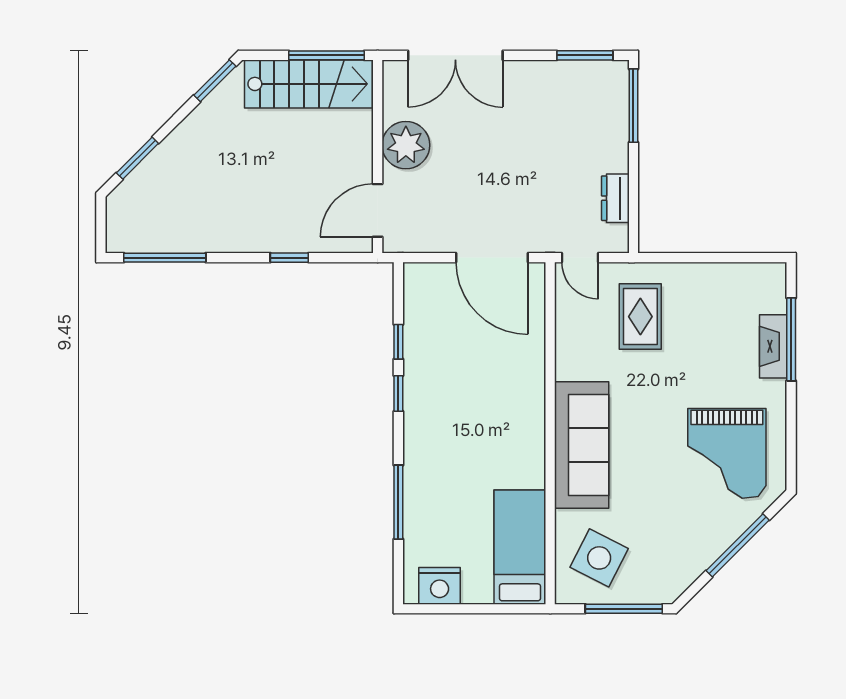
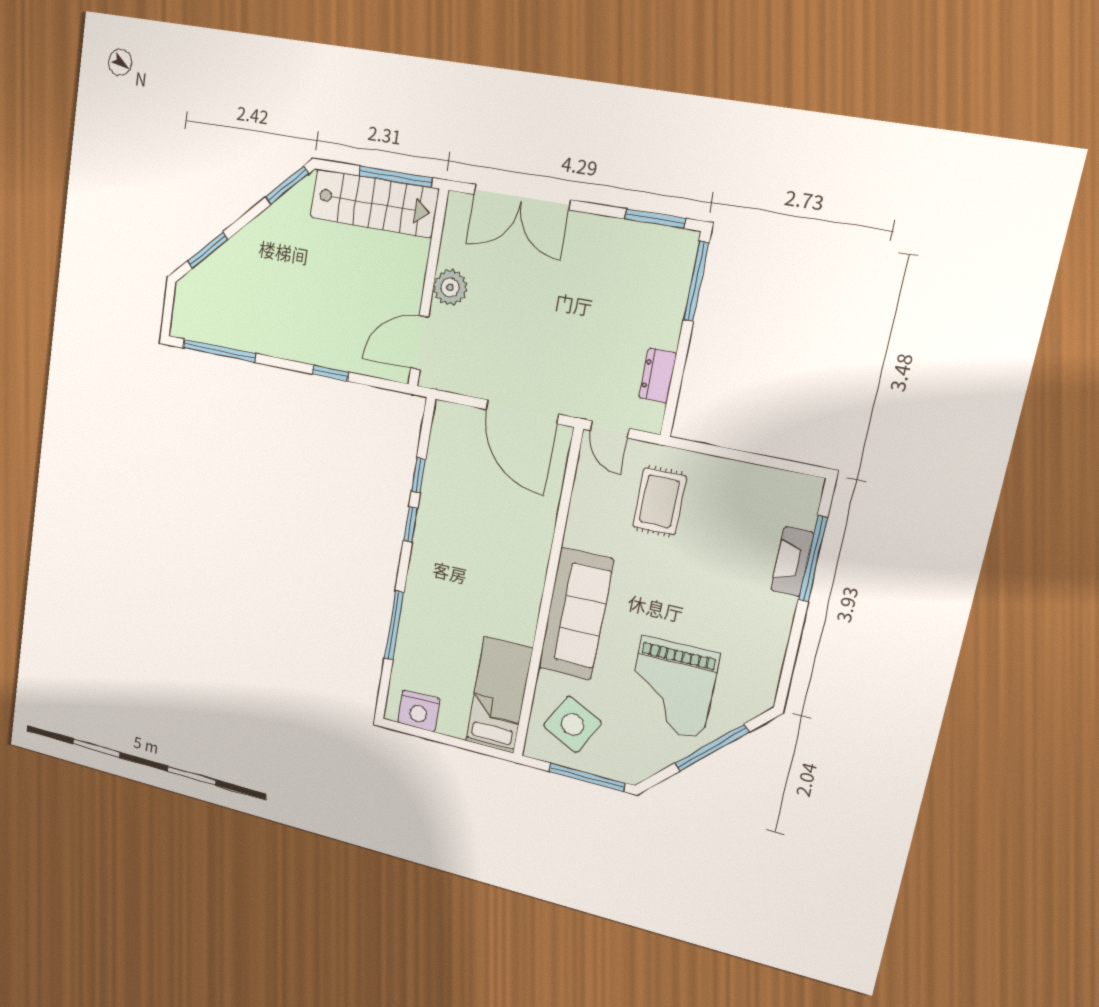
plant: (406, 145) -> (450, 287), width x0.73, depth x0.73
grand piano: (727, 453) -> (672, 687), moved

